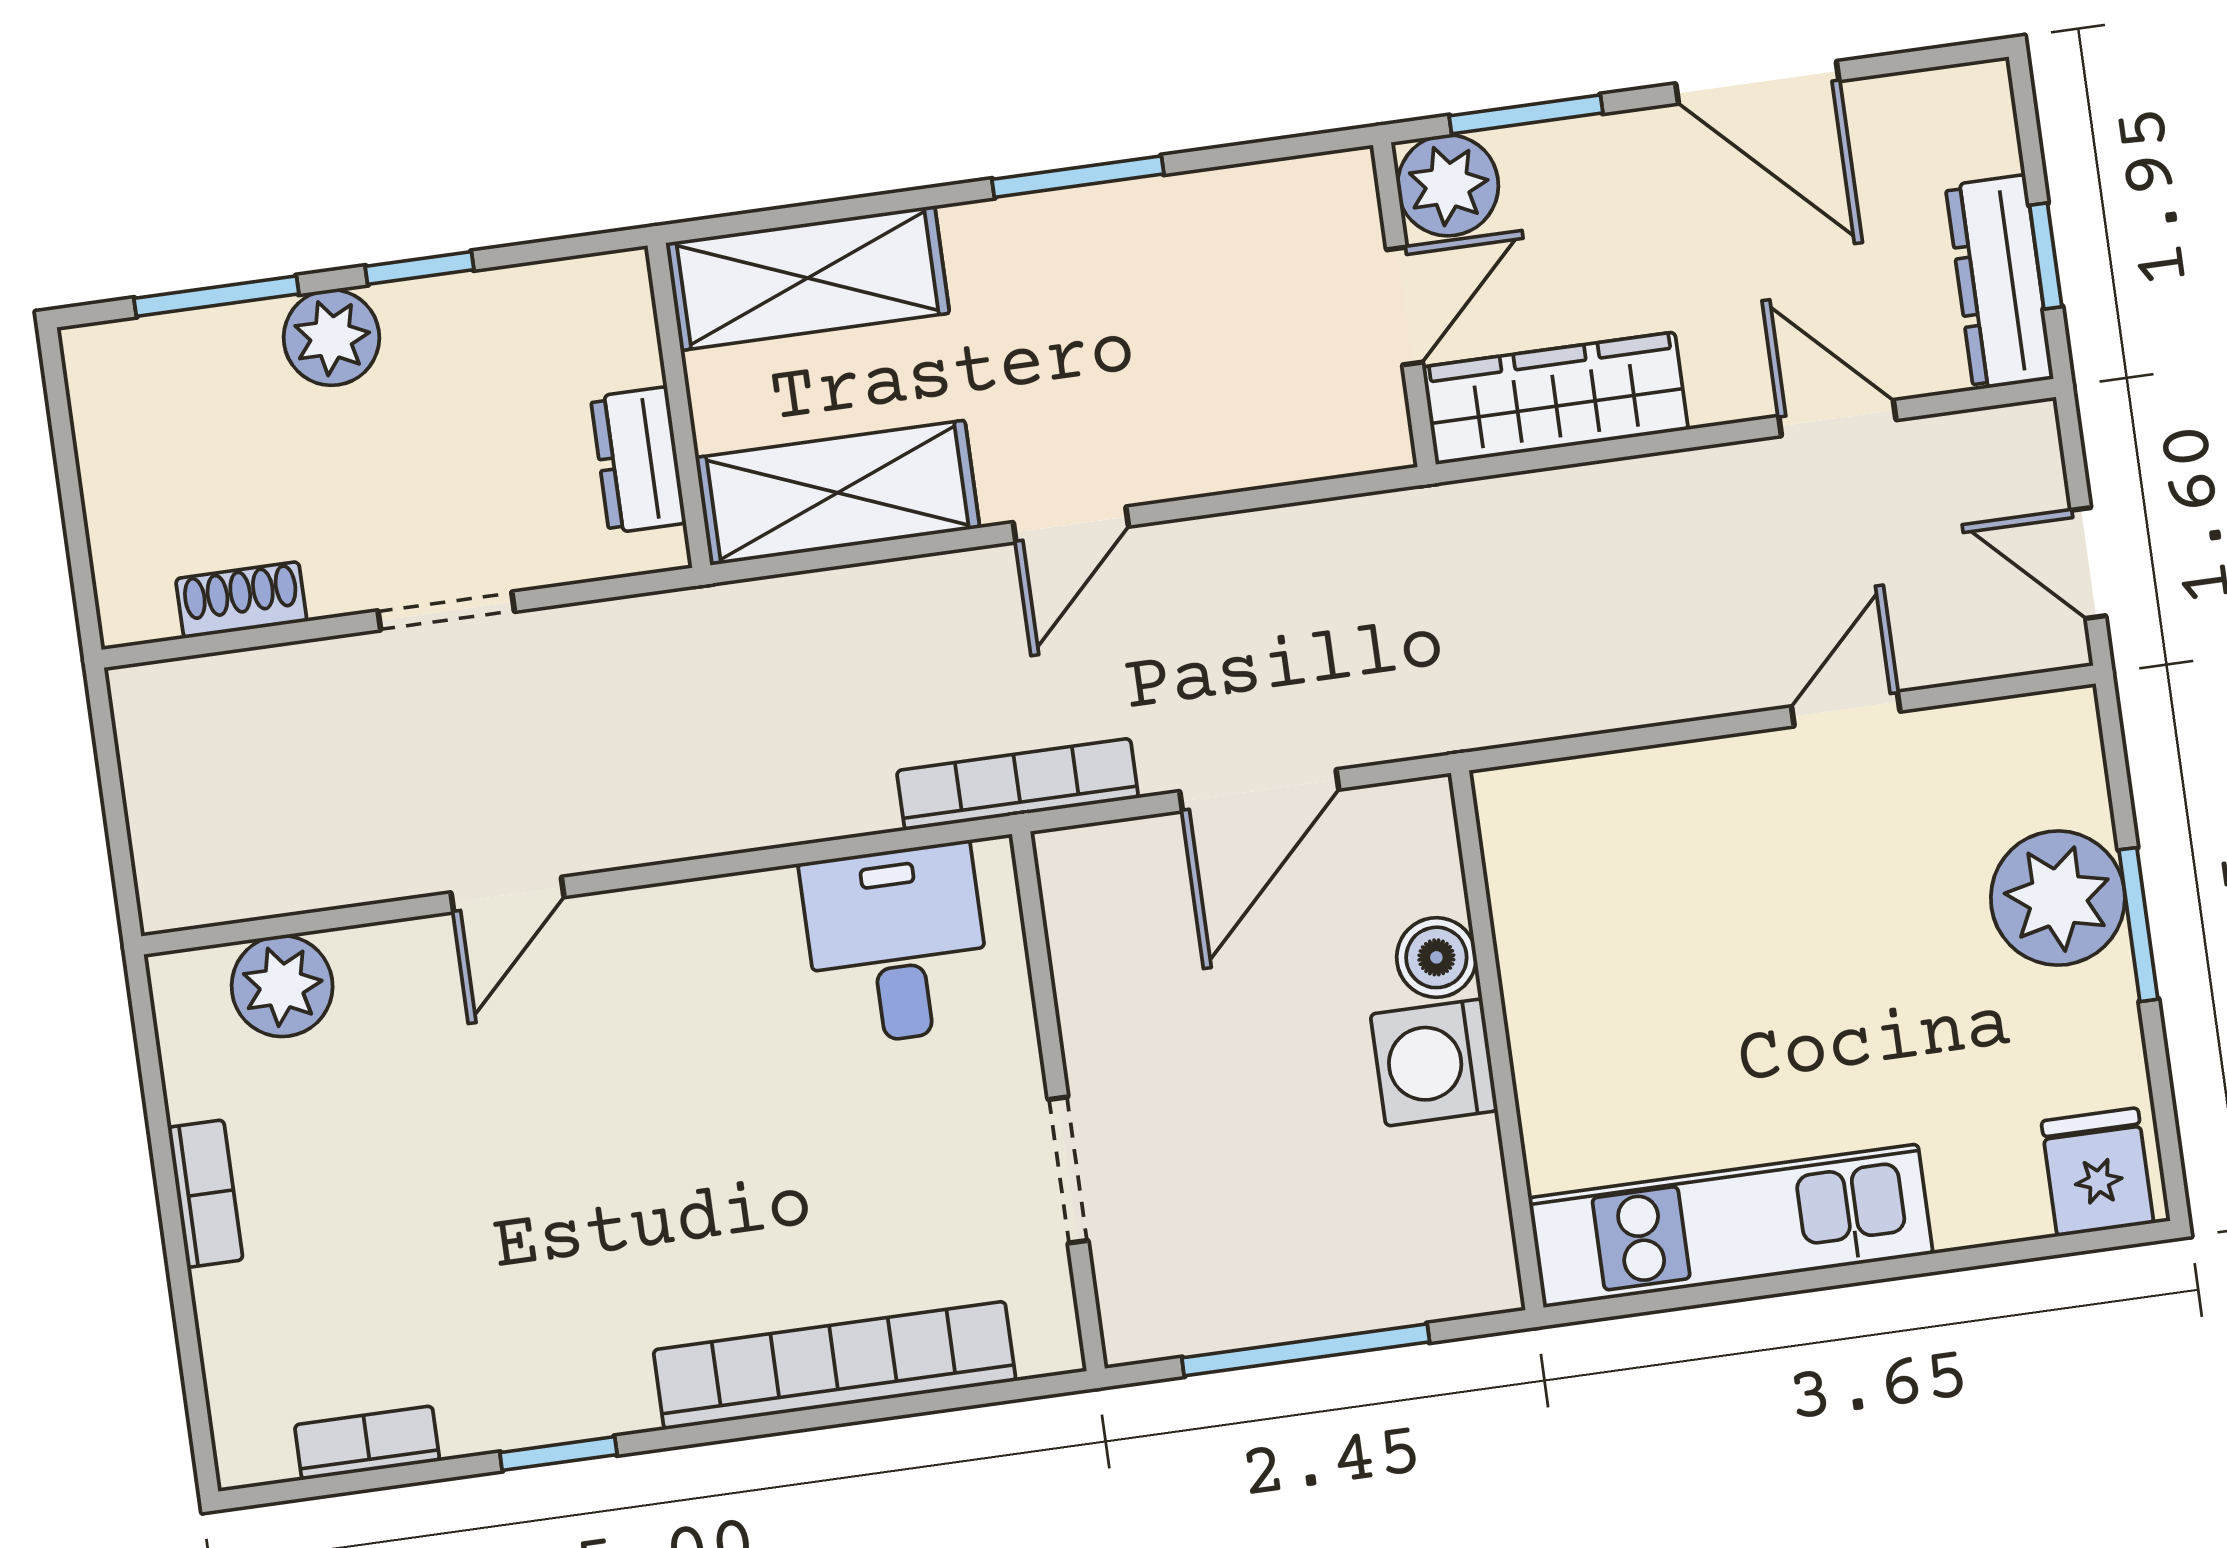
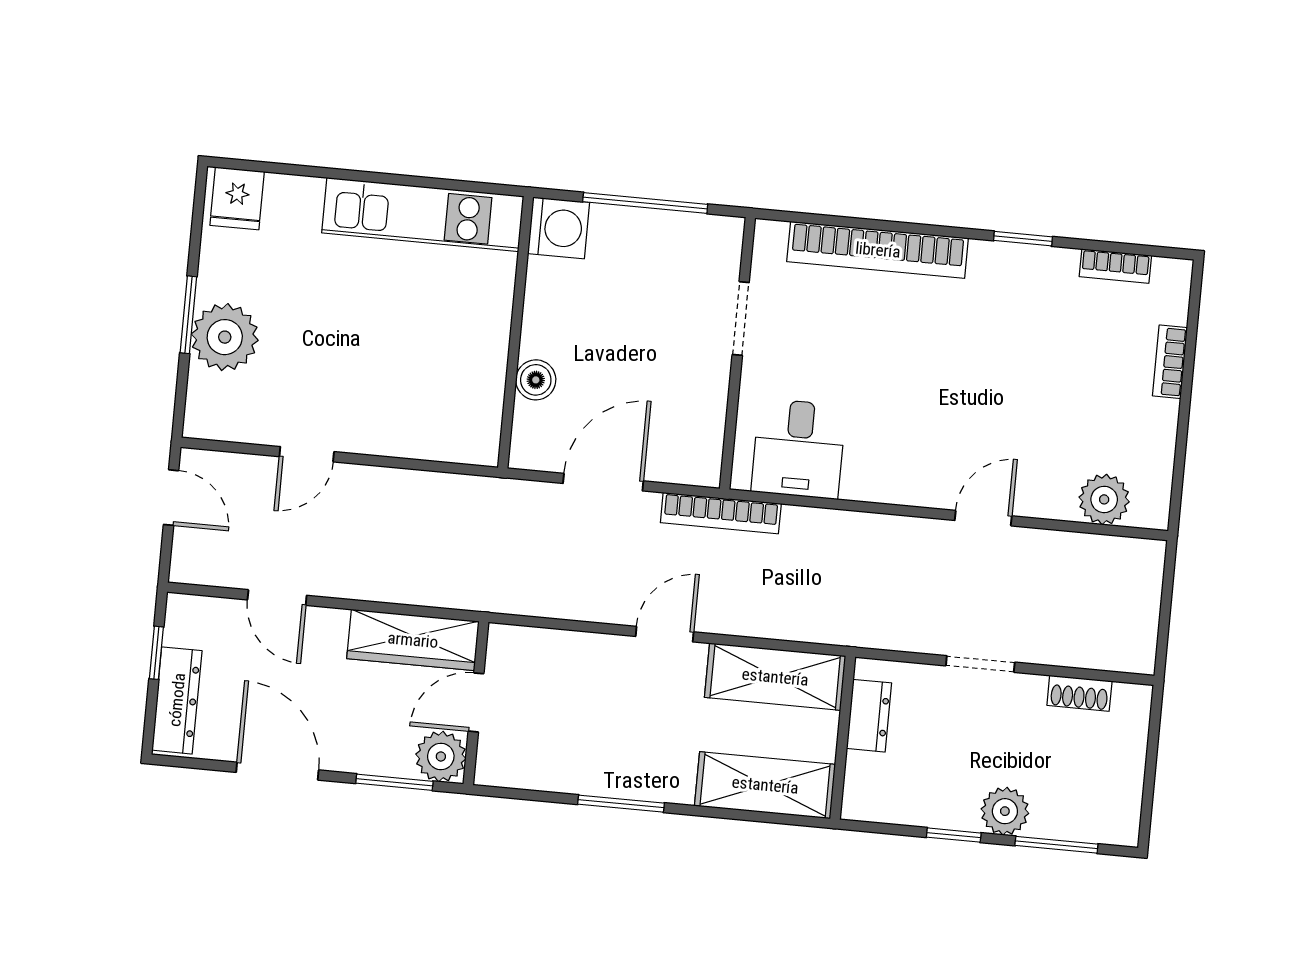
dresser: (1999, 282) -> (177, 700), moved
washing machine: (1434, 1062) -> (559, 228), moved
bookcase: (205, 1194) -> (1170, 362), moved

